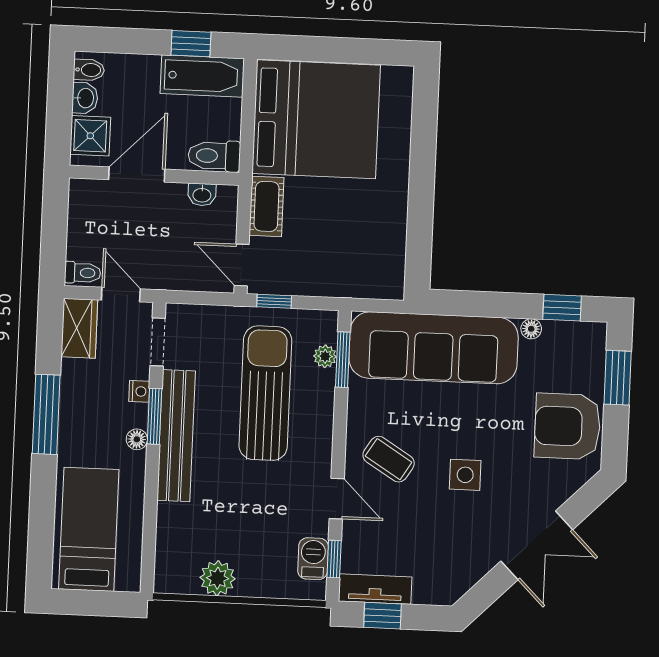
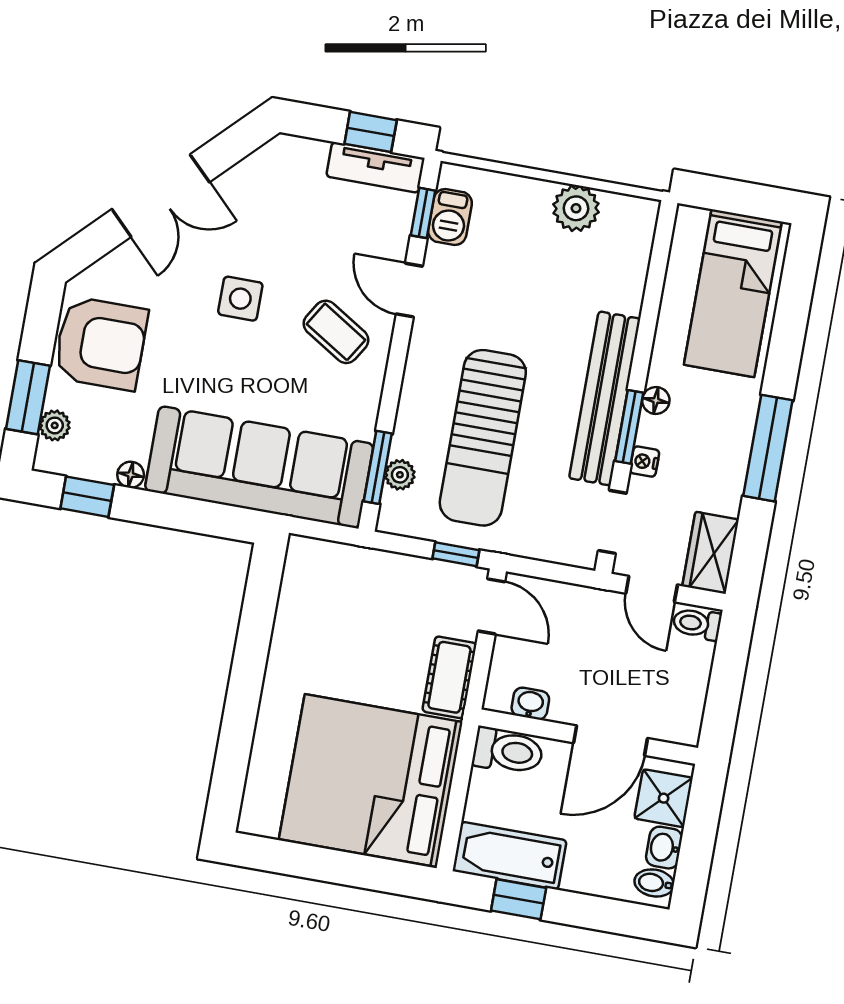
plant: (594, 359) -> (55, 425), added
double door: (537, 545) -> (161, 196), swing flipped

